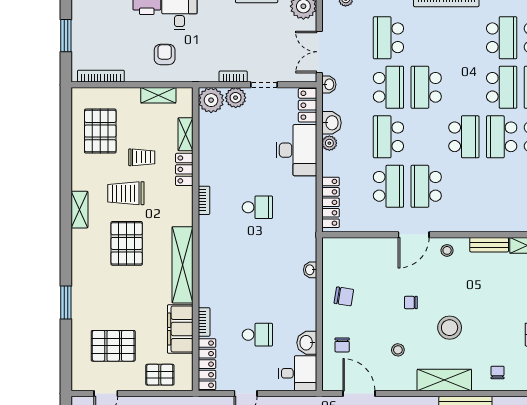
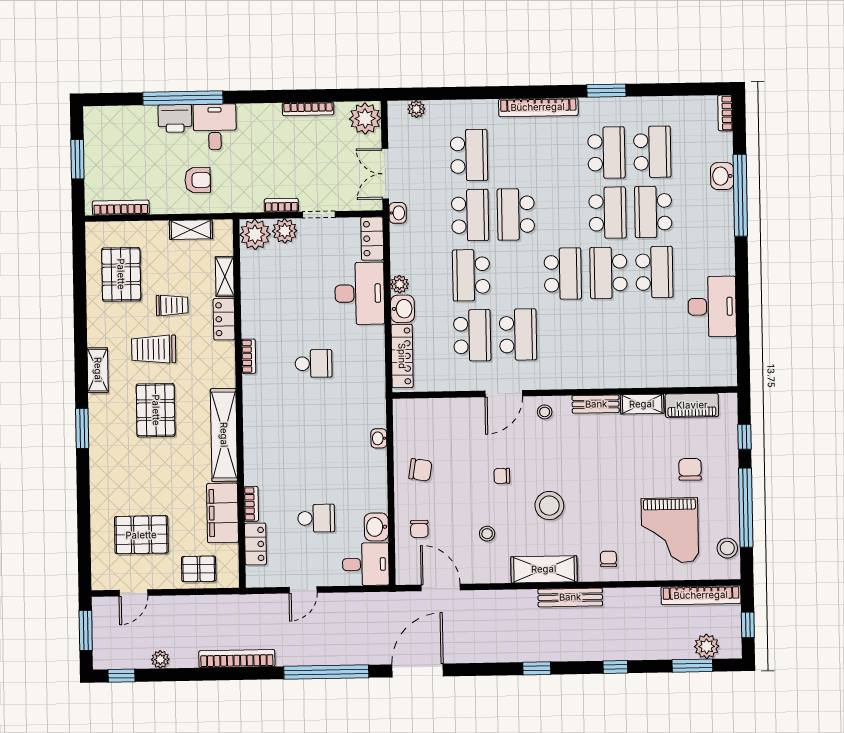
school desk: (388, 38) -> (469, 155), turned 180
armchair: (165, 54) -> (198, 180), turned 90
washbasin: (331, 123) -> (402, 309), moved
school desk: (426, 186) -> (518, 335), turned 180
window: (66, 302) -> (82, 428), moved
locker: (207, 364) -> (255, 544), width x0.66

